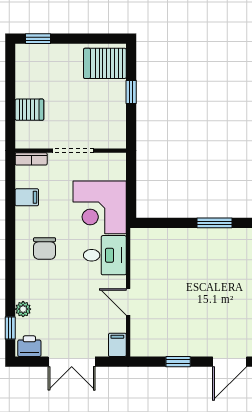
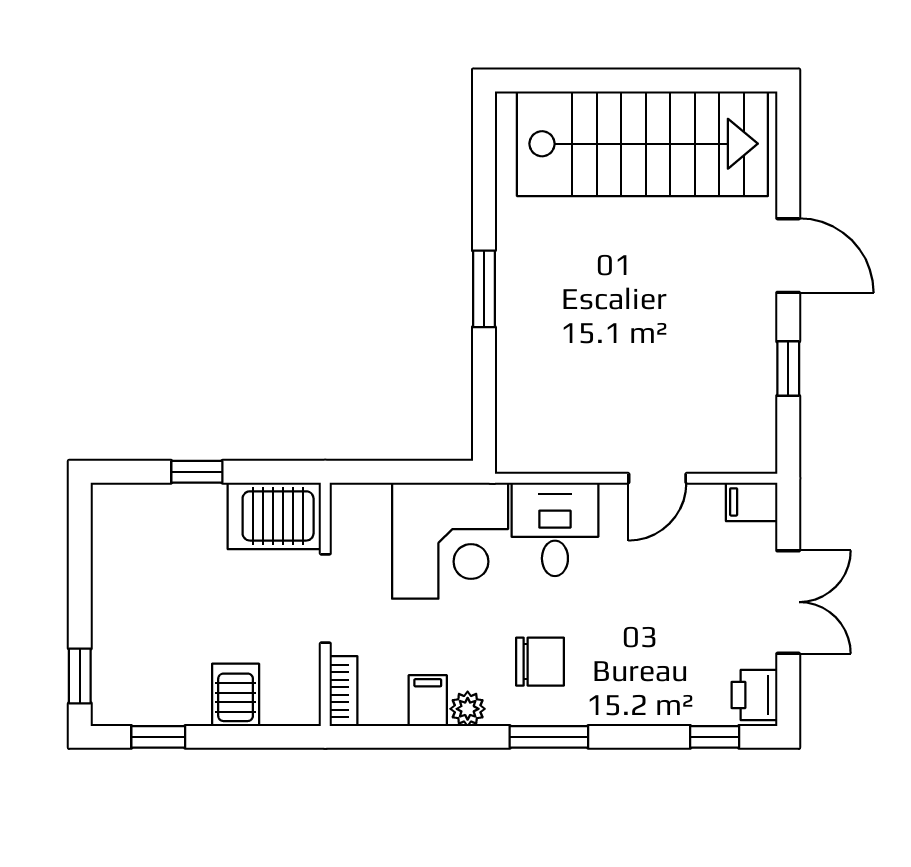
server rack: (105, 63) -> (274, 516), moved, turned 90
window: (10, 74) -> (158, 737), added
window: (10, 252) -> (549, 737), added
plant: (23, 309) -> (468, 709), moved

